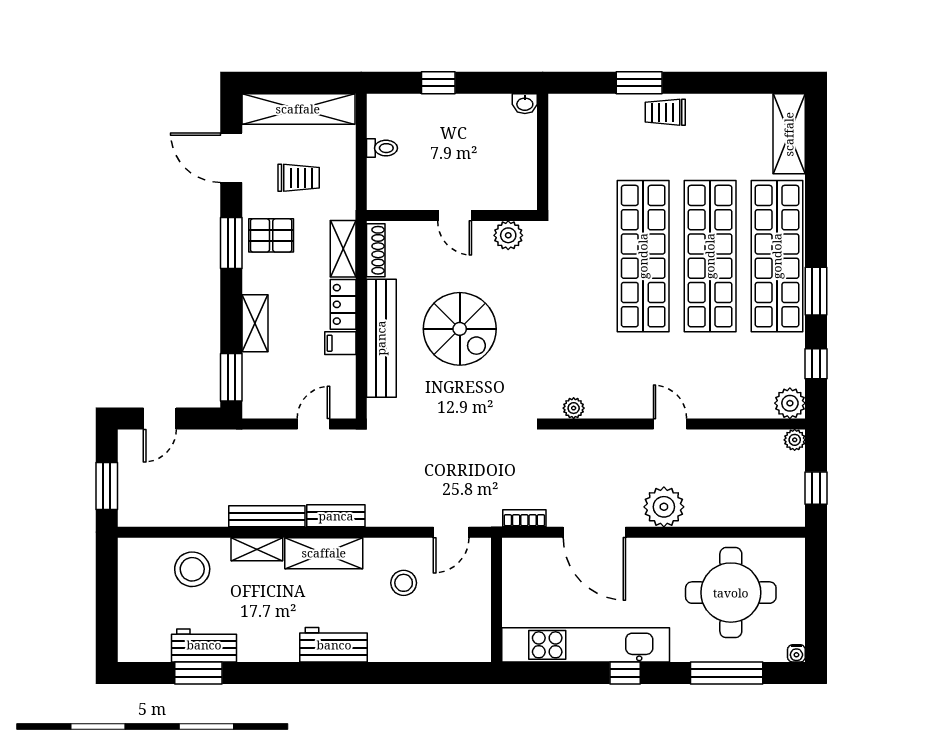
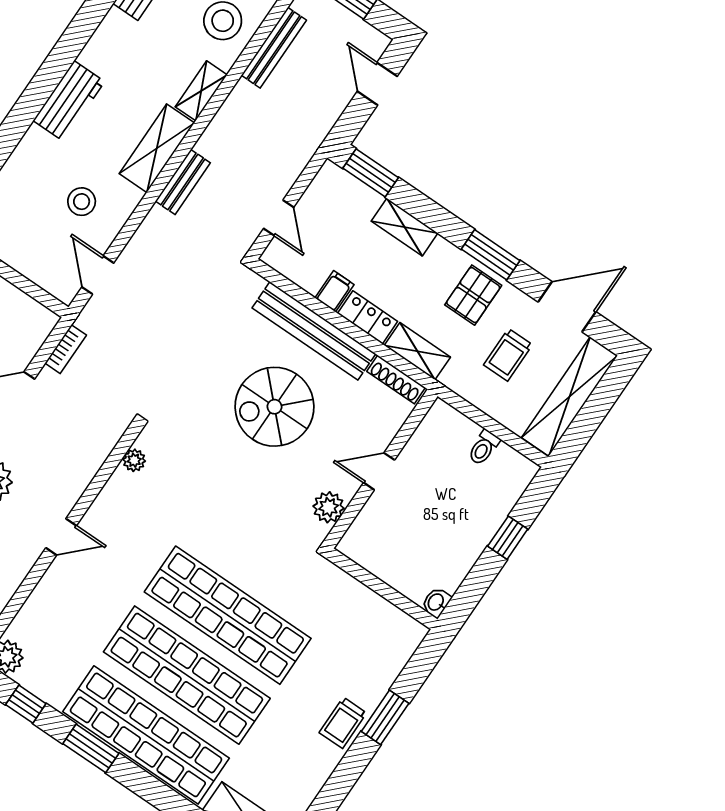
trolley: (665, 112) -> (343, 723), turned 180
bench: (267, 516) -> (274, 48), moved

